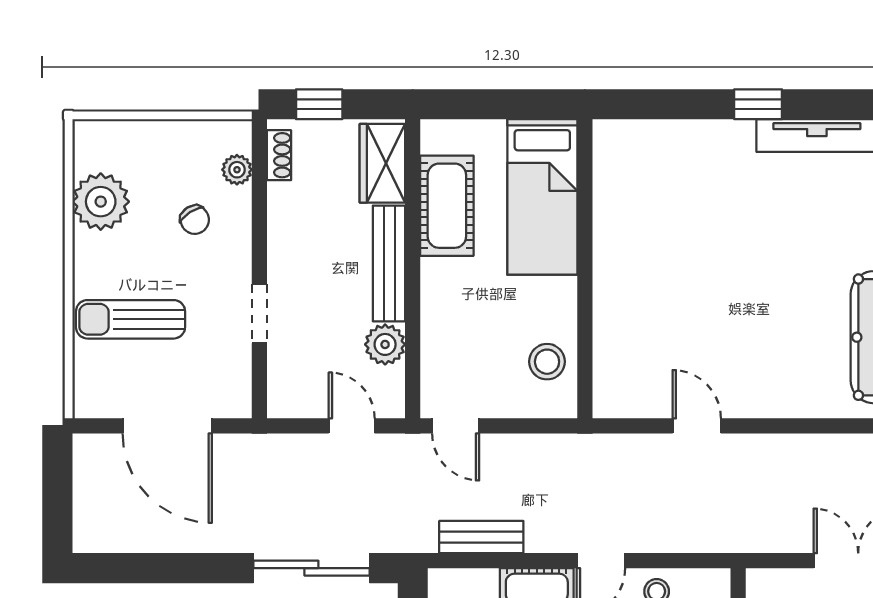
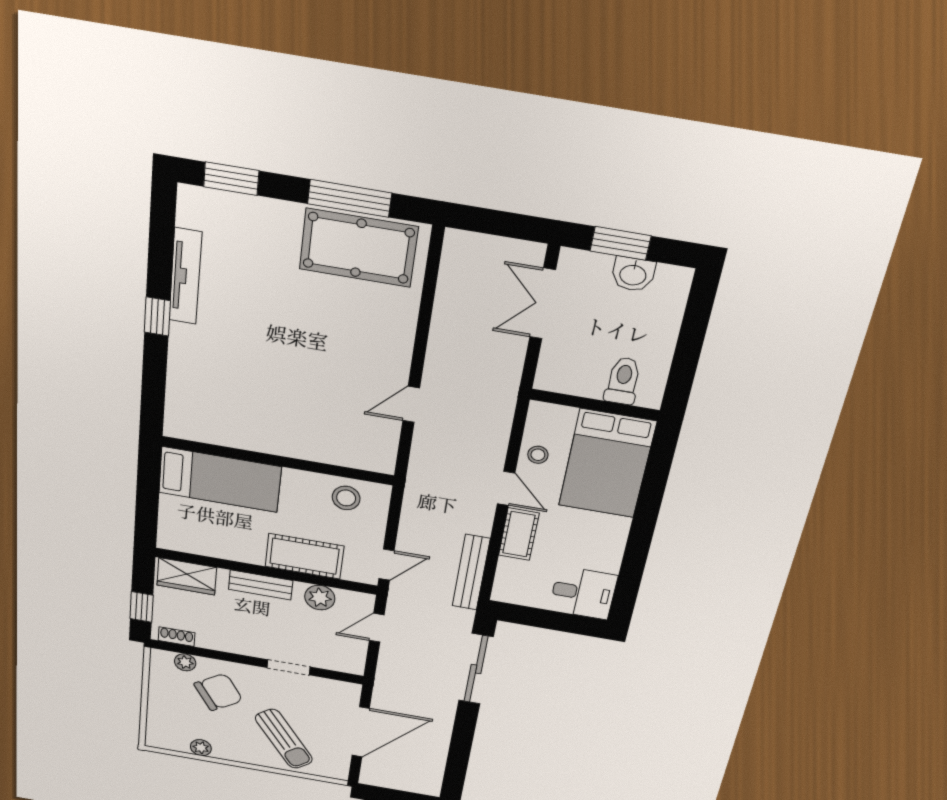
plant: (101, 202) -> (201, 748), width x0.53, depth x0.53
cot: (447, 206) -> (304, 556), moved
chair: (195, 220) -> (218, 692), width x1.87, depth x1.87
bench: (389, 263) -> (261, 585), width x0.73
sun lounger: (131, 319) -> (284, 739), turned -37
bench: (481, 537) -> (471, 572), width x1.36

